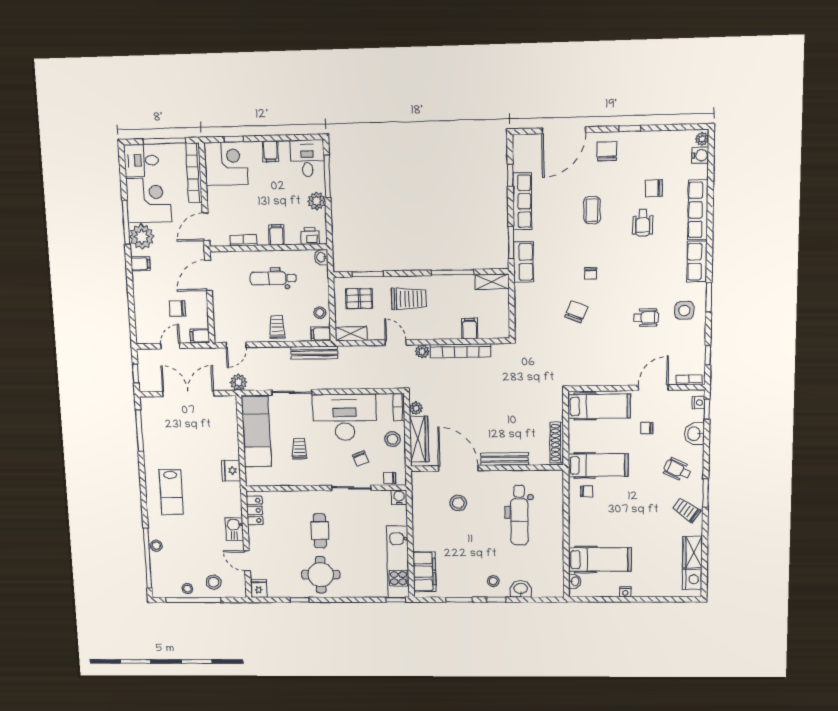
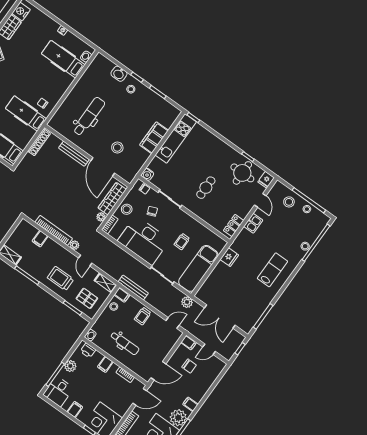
filing cabinet: (424, 572) -> (154, 138), moved
round table: (321, 575) -> (242, 173), moved

